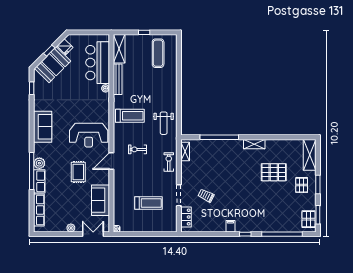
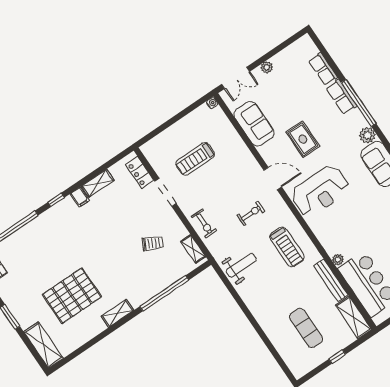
exercise mat: (158, 53) -> (306, 328), moved
treadmill: (130, 116) -> (287, 247), turned -90
weight bench: (164, 123) -> (241, 265), turned 90
reception desk: (89, 135) -> (320, 191), turned 180
door: (111, 161) -> (273, 179), hinge flipped
plant: (39, 163) -> (367, 135), moved
pallet: (274, 172) -> (72, 296), width x1.37, depth x1.41
pallet: (302, 185) -> (29, 303), removed
trolley: (206, 196) -> (153, 243), moved
row of seats: (39, 210) -> (323, 69), width x0.68
shelving: (215, 227) -> (98, 183), added

